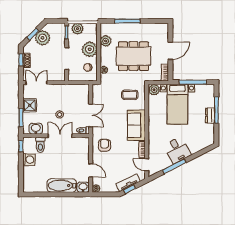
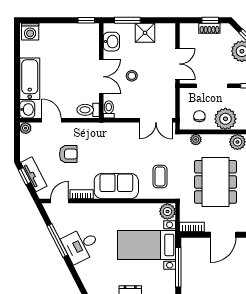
door: (170, 51) -> (223, 235), hinge flipped
double door: (36, 83) -> (178, 64), moved
double door: (91, 115) -> (156, 120), moved
toilet: (40, 145) -> (88, 110), moved
armchair: (104, 145) -> (68, 154), moved
washing machine: (29, 160) -> (30, 32), moved
door: (91, 170) -> (52, 120), swing flipped

